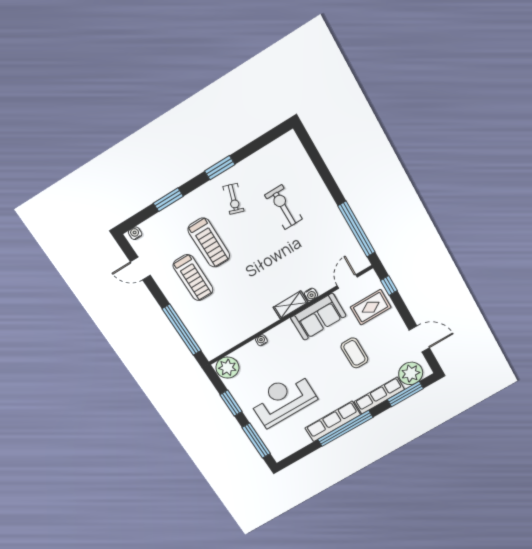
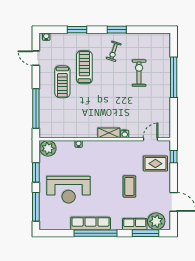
window: (357, 229) -> (174, 77), moved
treadmill: (209, 243) -> (84, 67), turned 180
sofa: (318, 317) -> (121, 150), removed
row of seats: (379, 396) -> (135, 224), width x0.68
reception desk: (283, 399) -> (69, 190), turned 180

